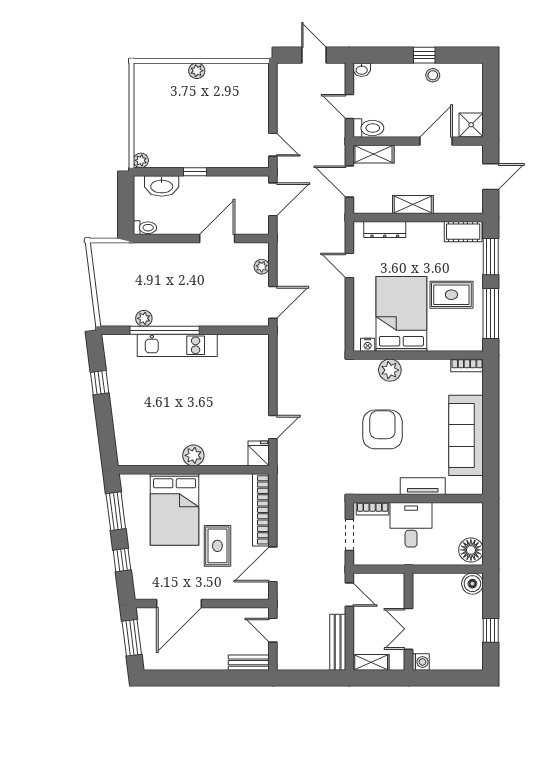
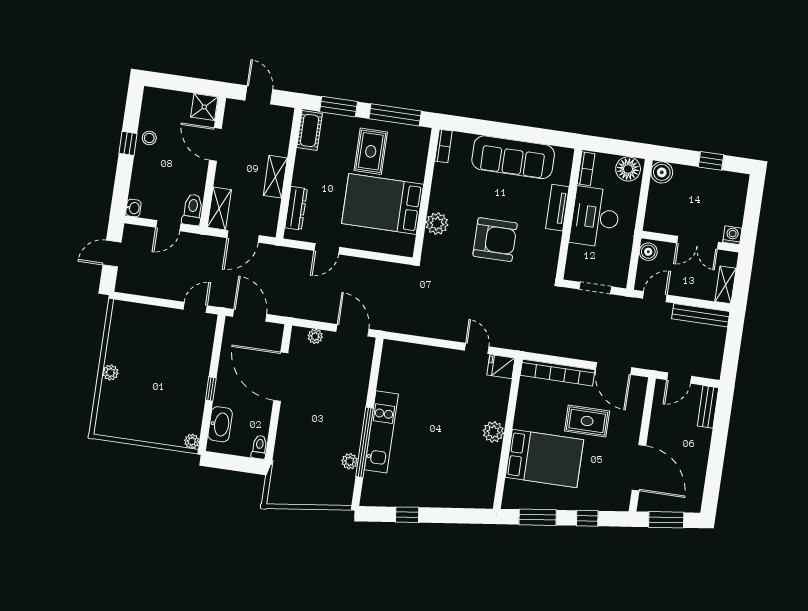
door: (217, 239) -> (281, 377), width x1.36
nightstand: (368, 345) -> (408, 242), removed
armchair: (382, 429) -> (495, 240), turned 180
bookcase: (373, 509) -> (586, 169), moved
desk: (411, 525) -> (595, 217), width x1.37
boiler: (393, 582) -> (648, 252), added

